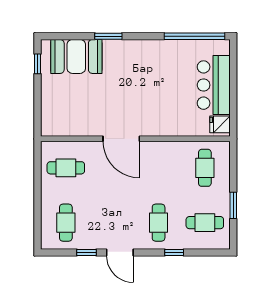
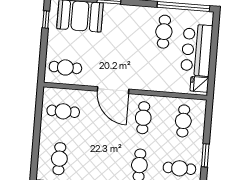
cafe table: (174, 67) -> (164, 32), added
cafe table: (64, 117) -> (65, 67), added
cafe table: (159, 168) -> (143, 118), added

